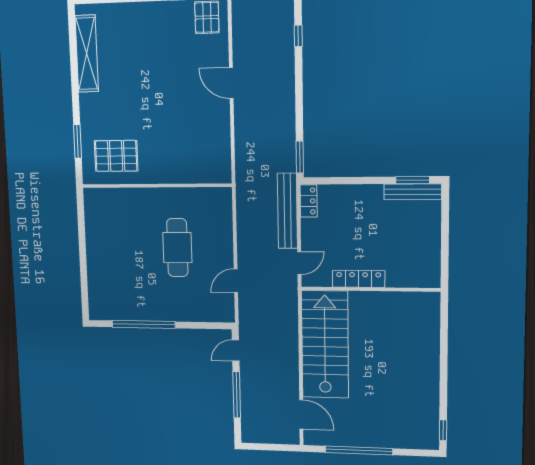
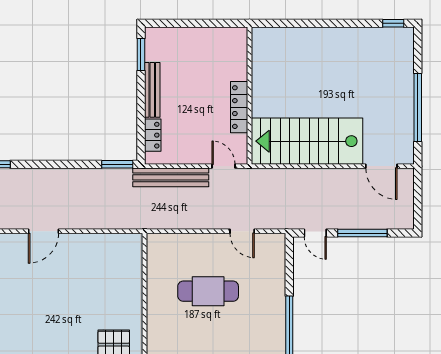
bench: (413, 192) -> (152, 90), moved
locker: (309, 201) -> (153, 135), moved, turned 90
door: (301, 414) -> (381, 166), swing flipped

